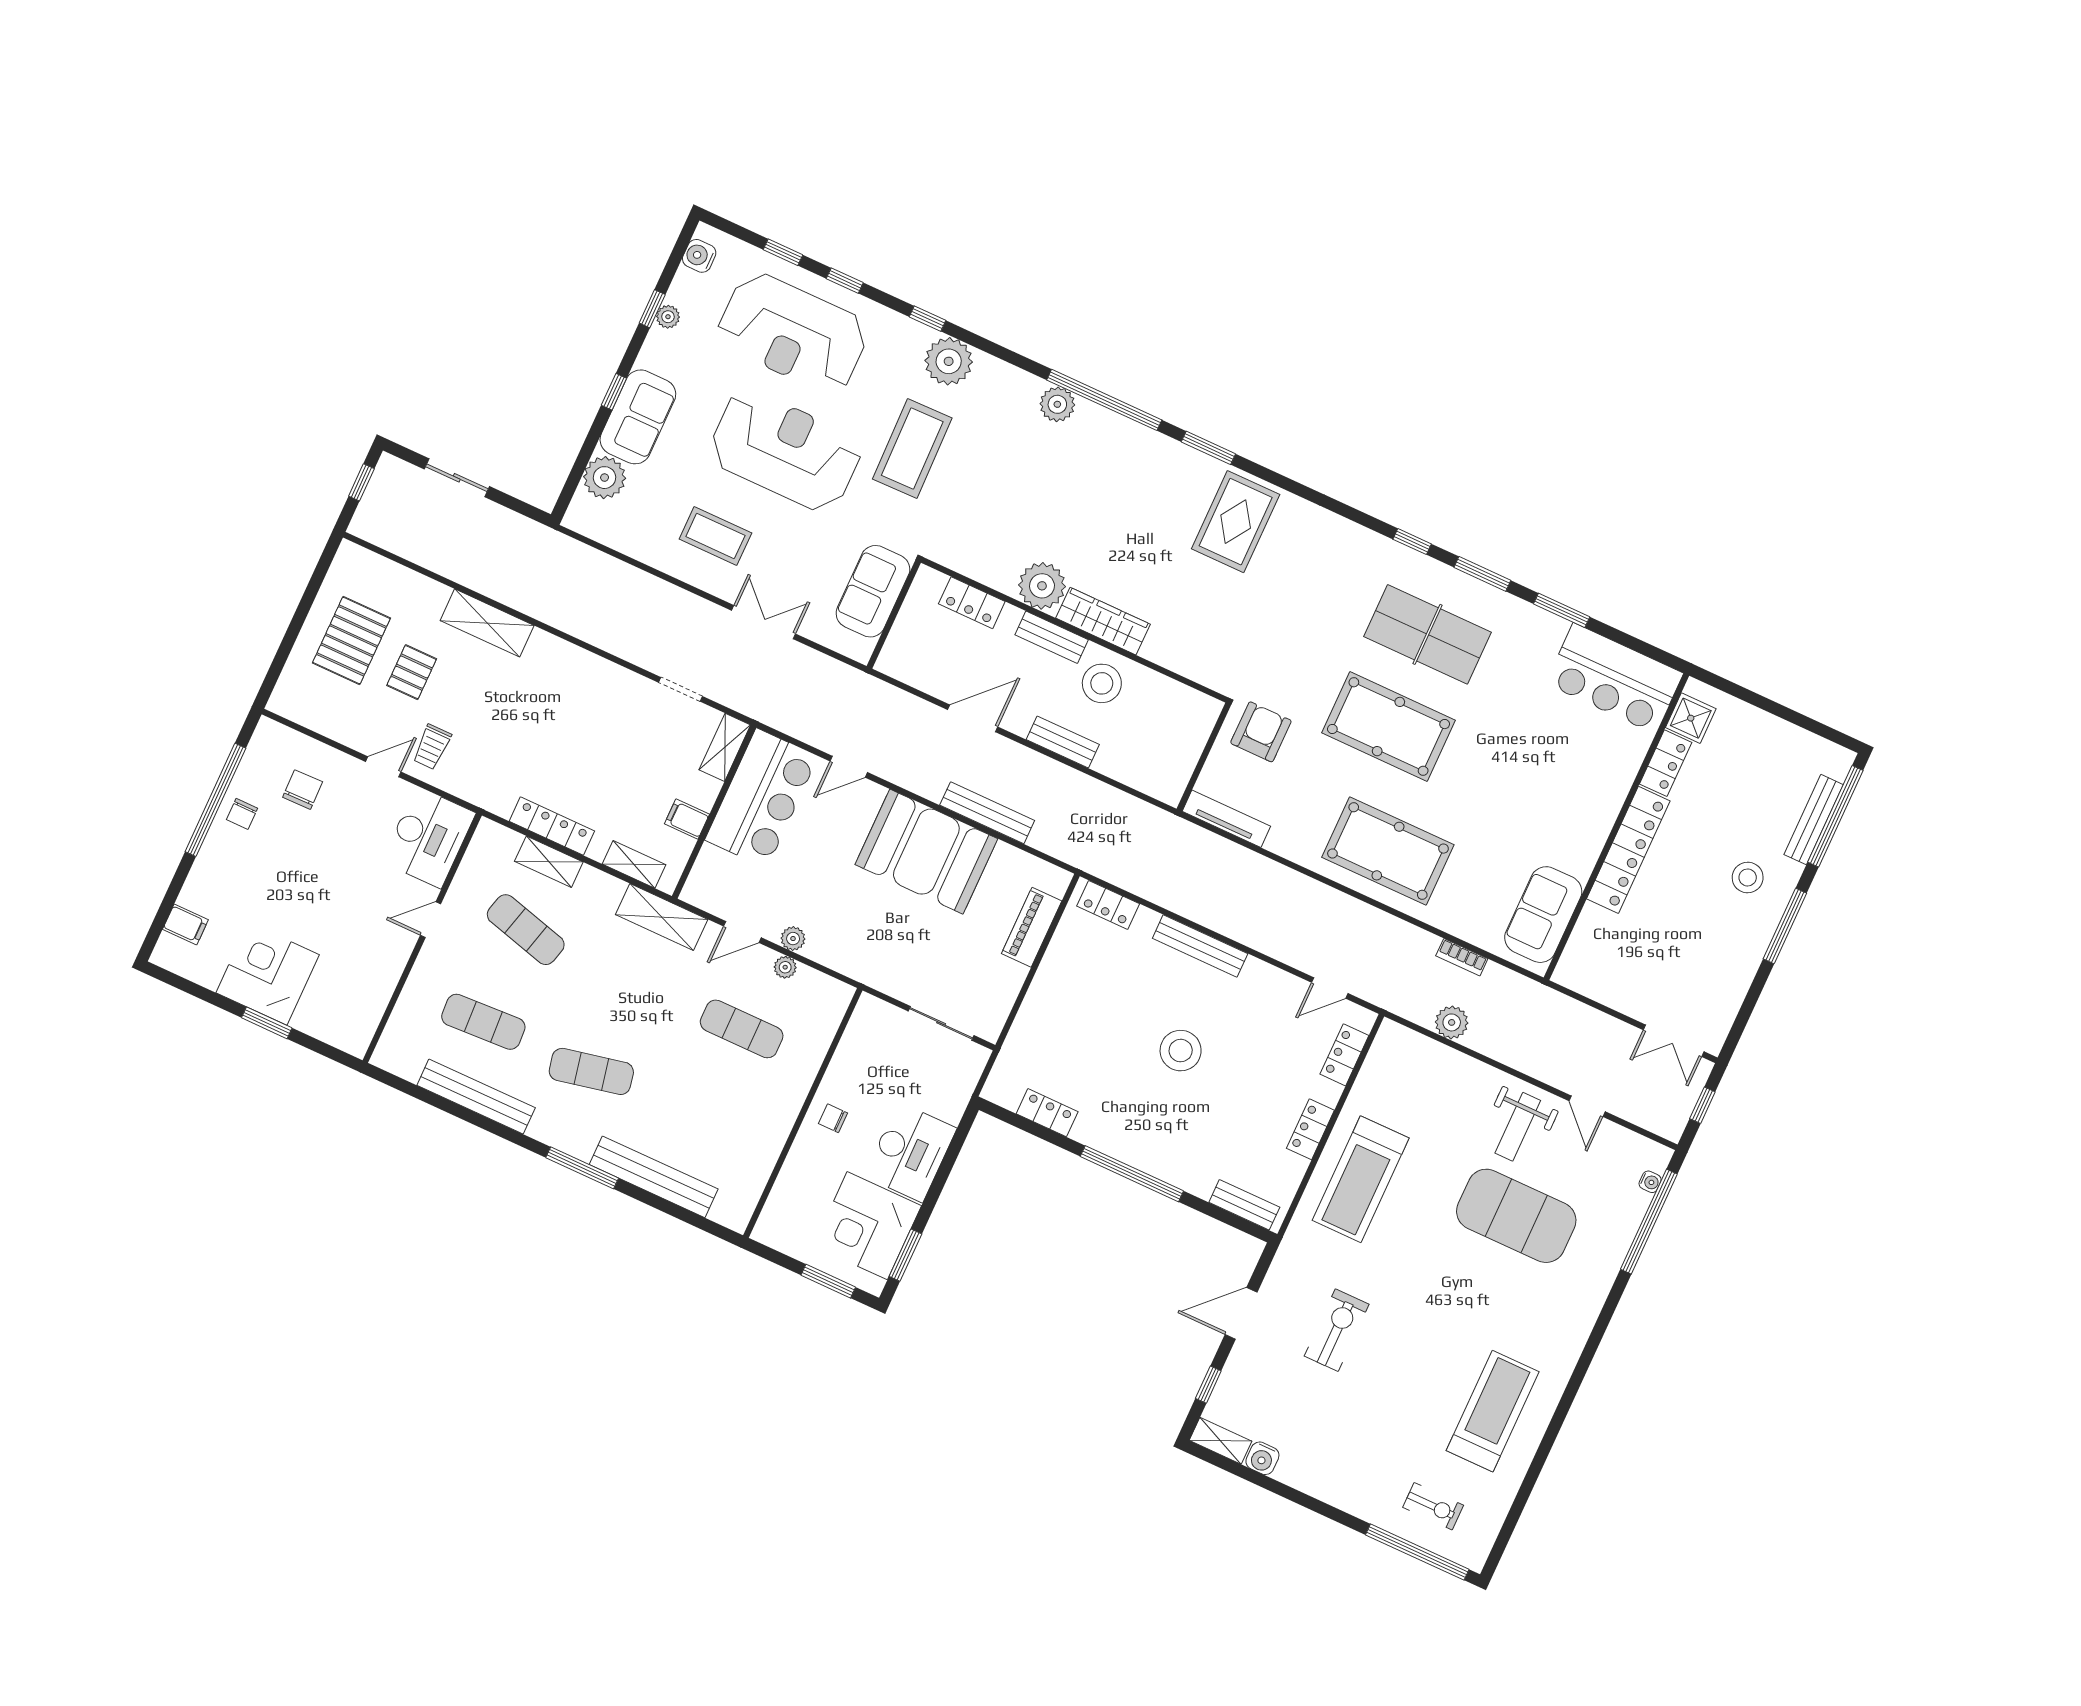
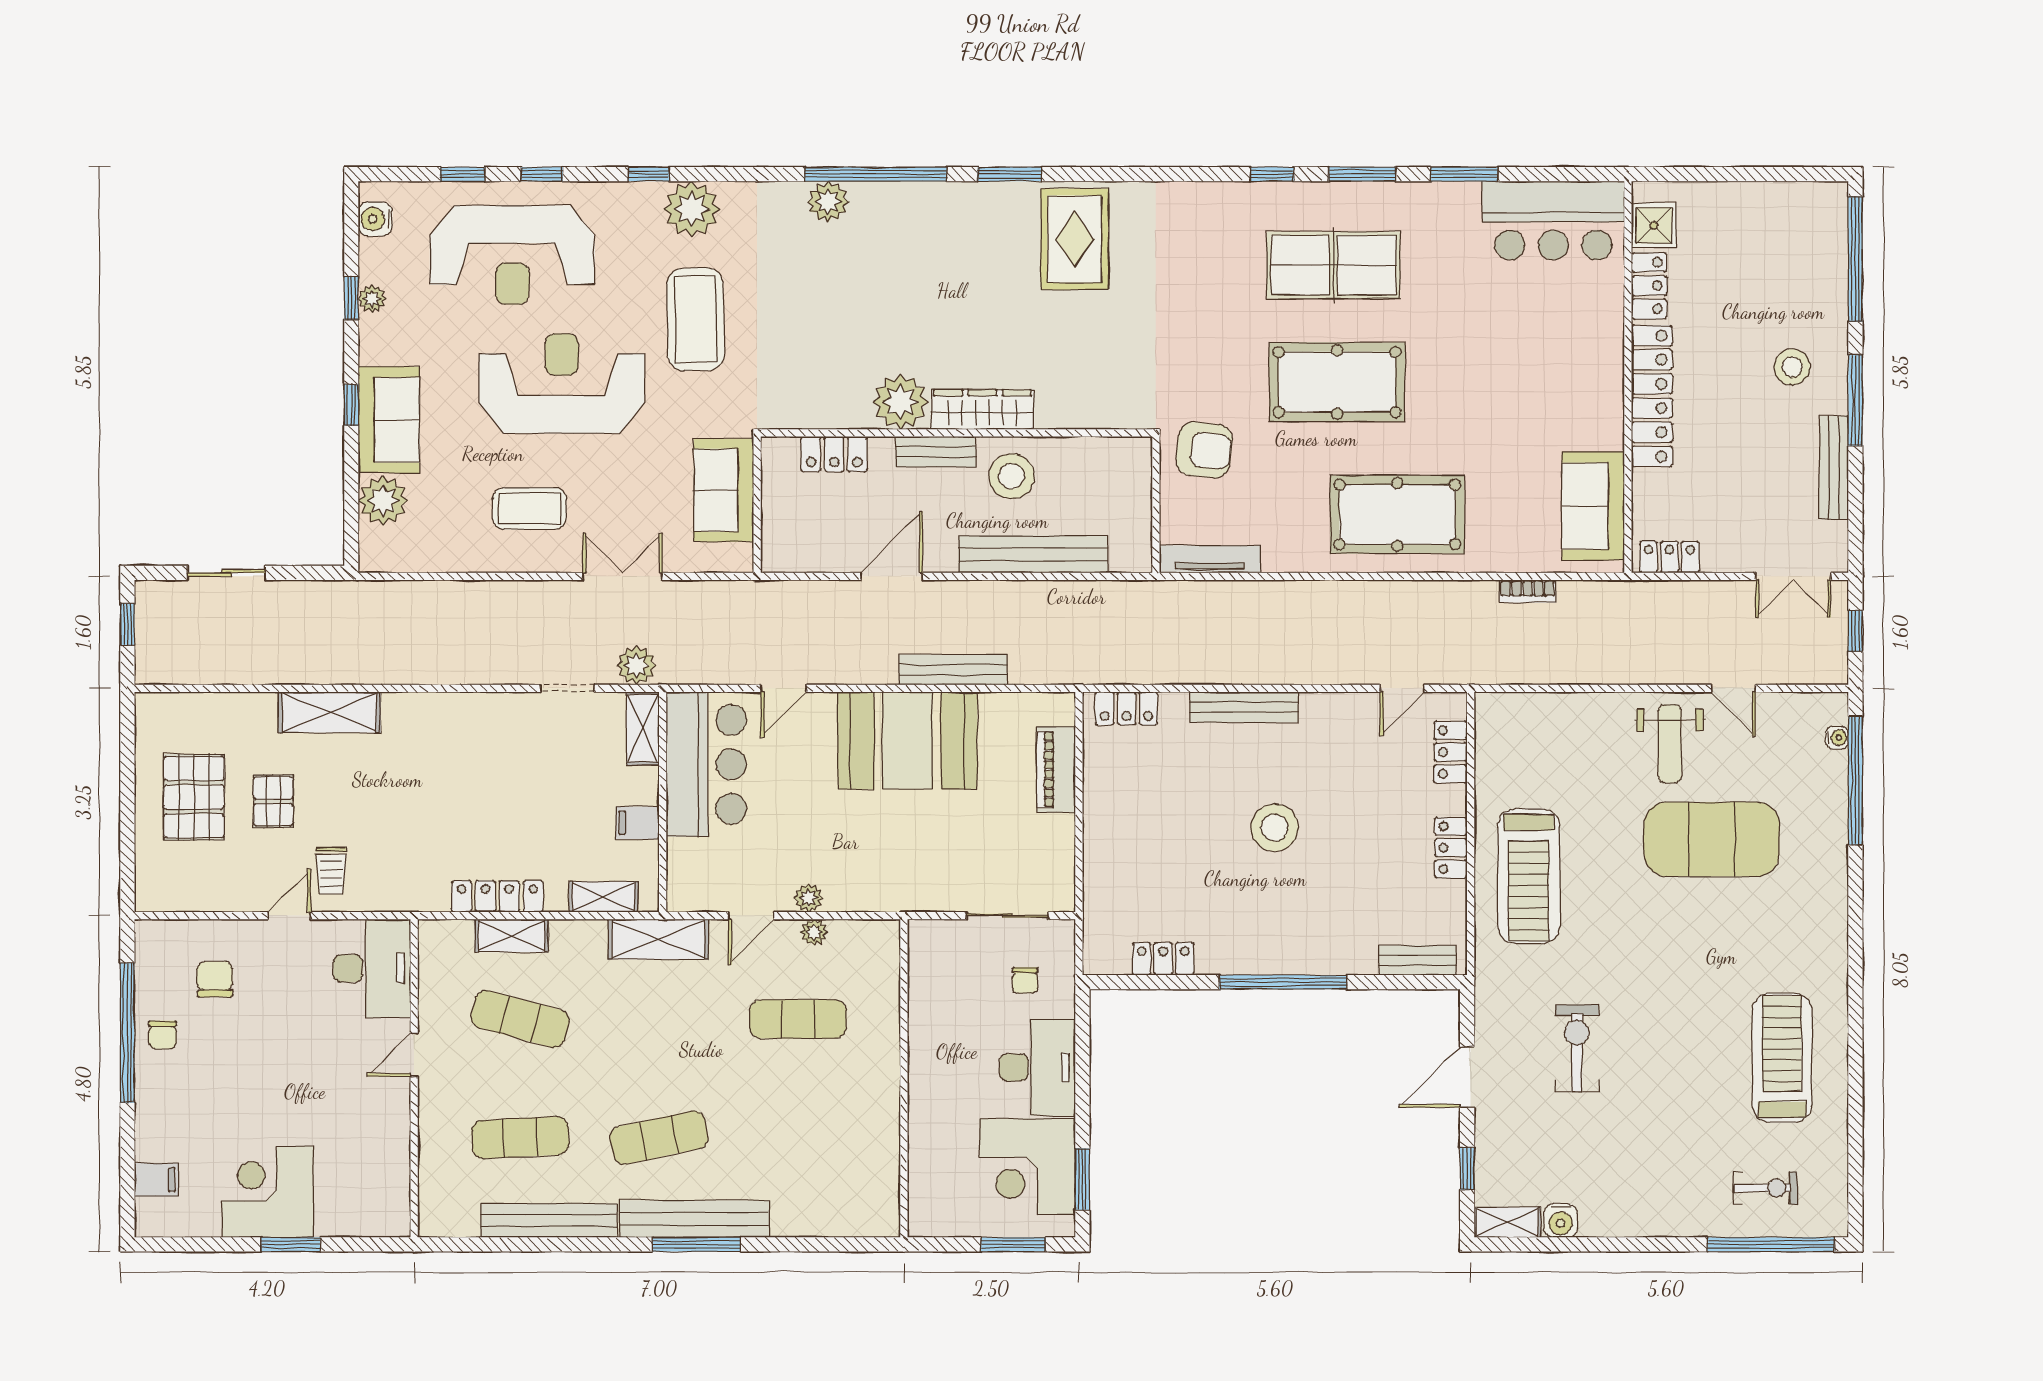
armchair: (1261, 732) -> (1204, 450), turned 96
bench: (1063, 742) -> (1033, 554), width x1.86, depth x1.21
bench: (1814, 820) -> (1834, 468), moved
locker: (1584, 981) -> (1669, 557), added
plant: (1452, 1022) -> (636, 665), moved
chair: (833, 1118) -> (1025, 980), moved, turned -90
bench: (654, 1177) -> (695, 1219), moved

